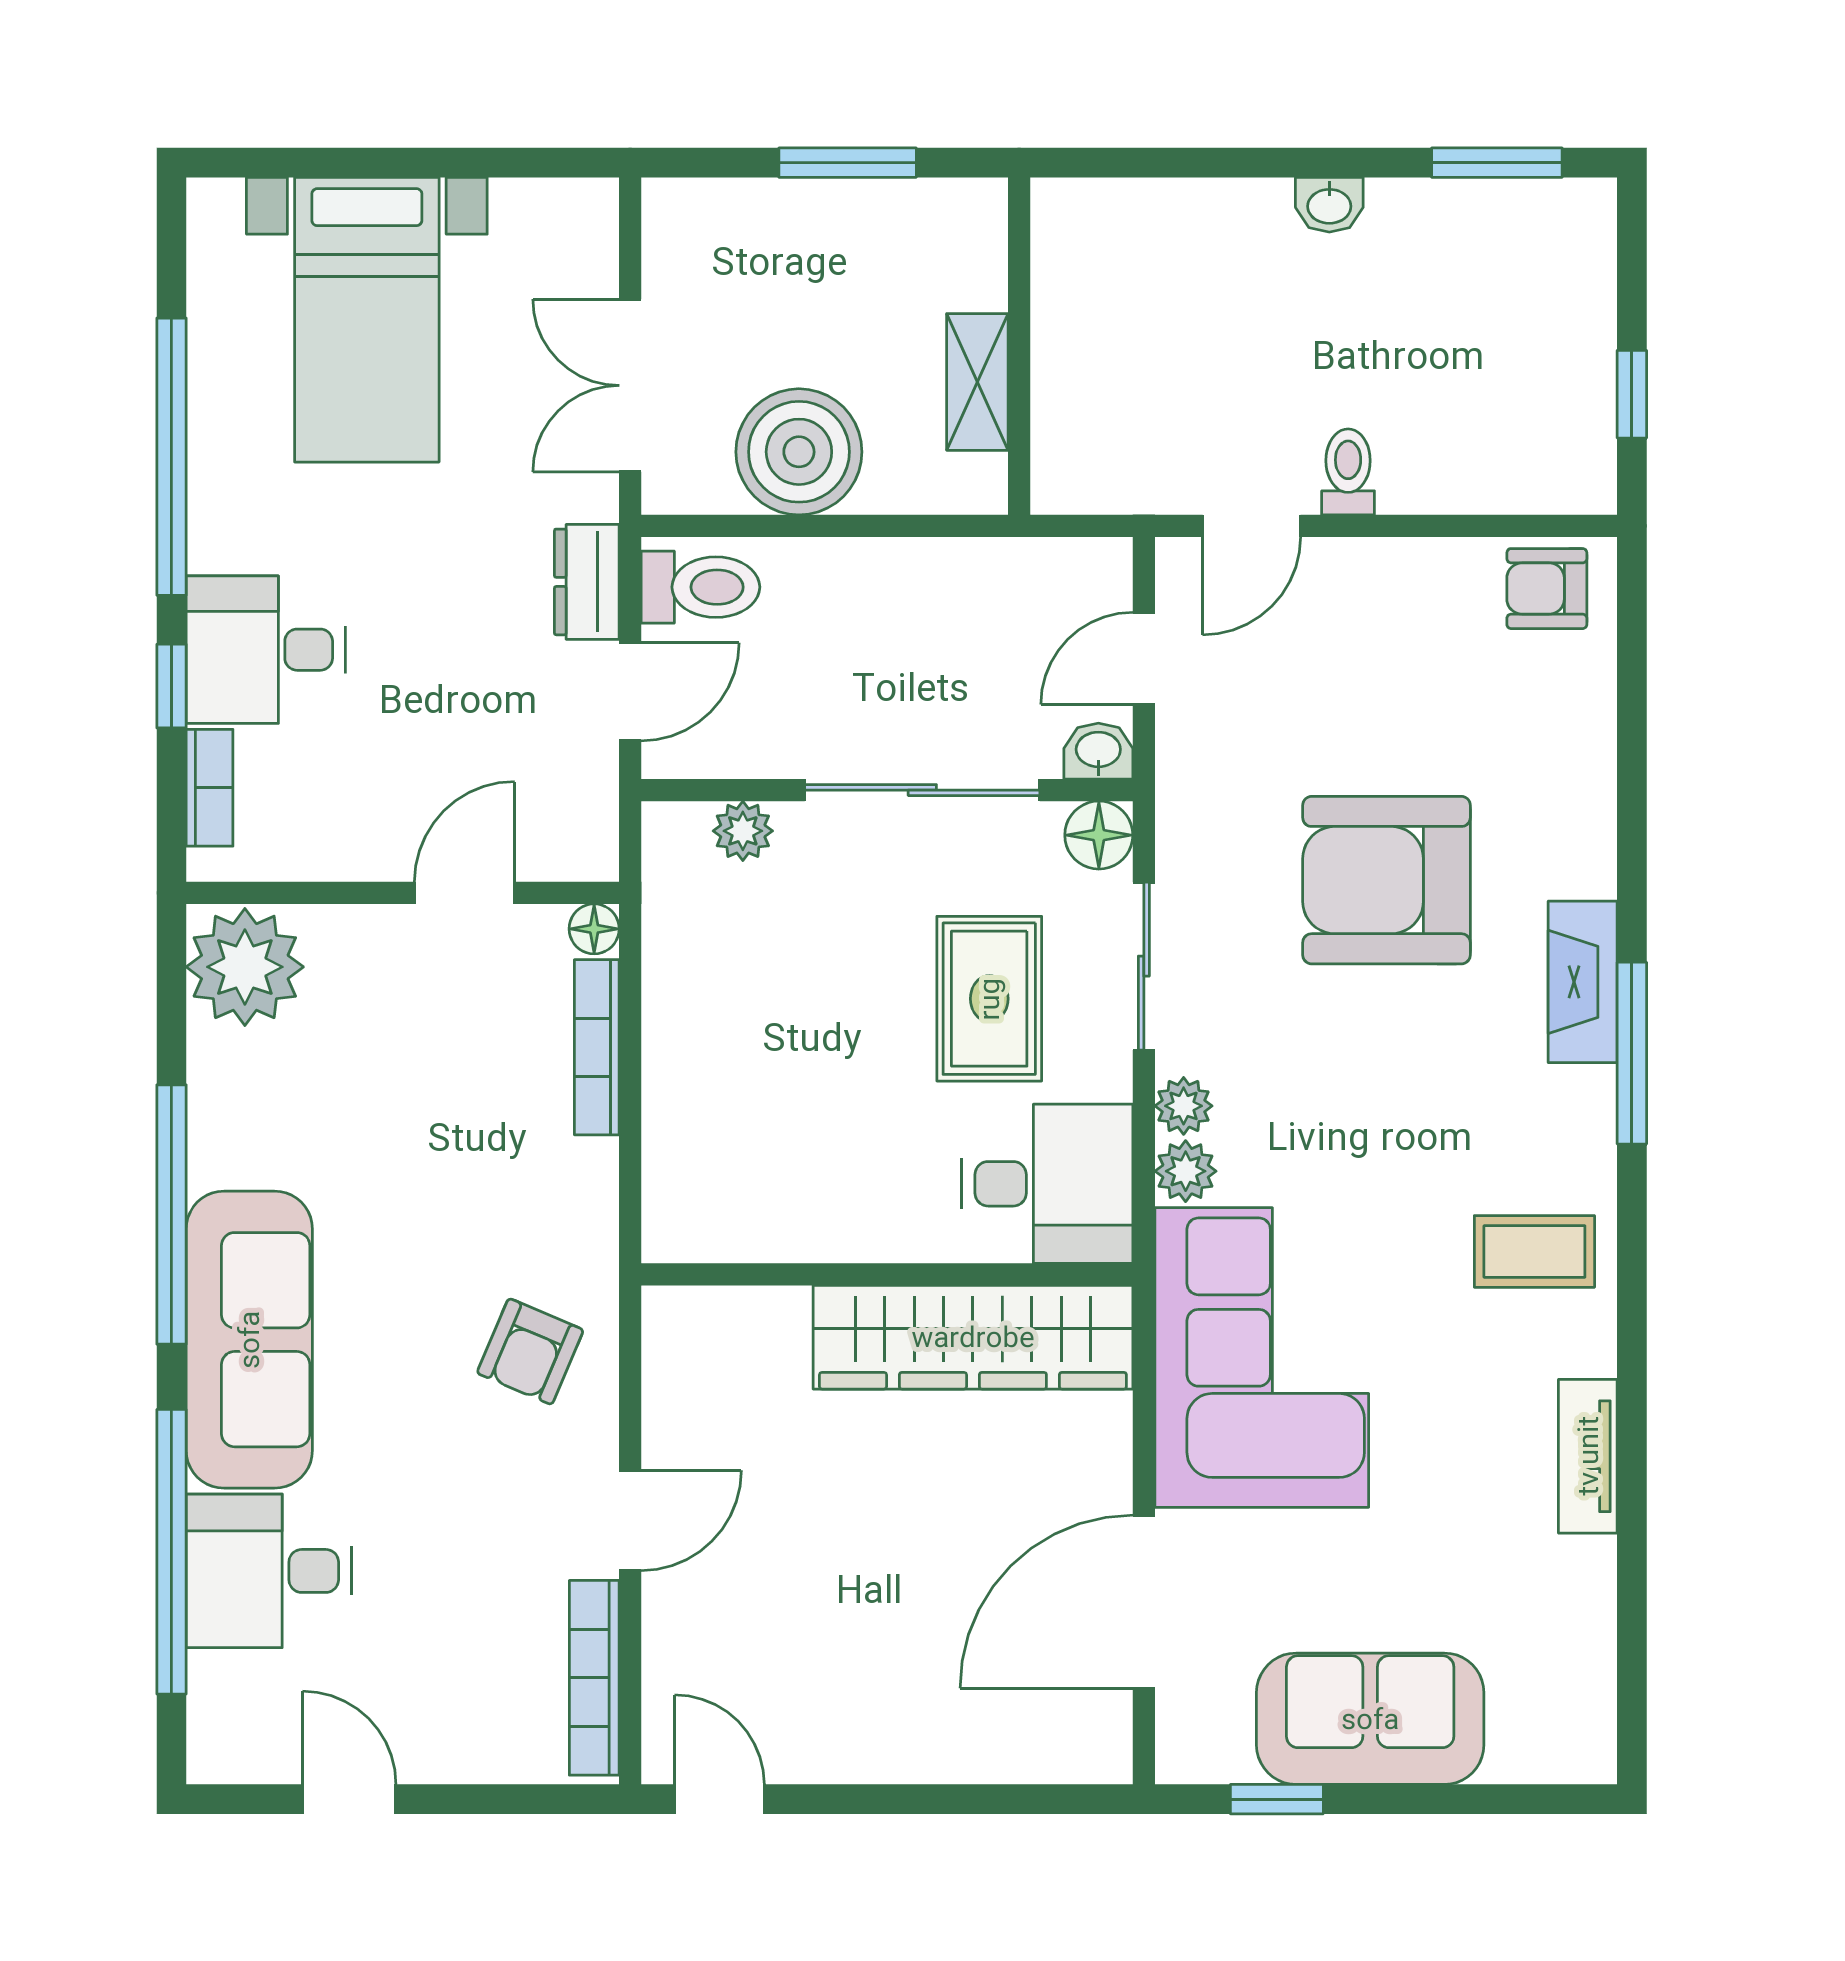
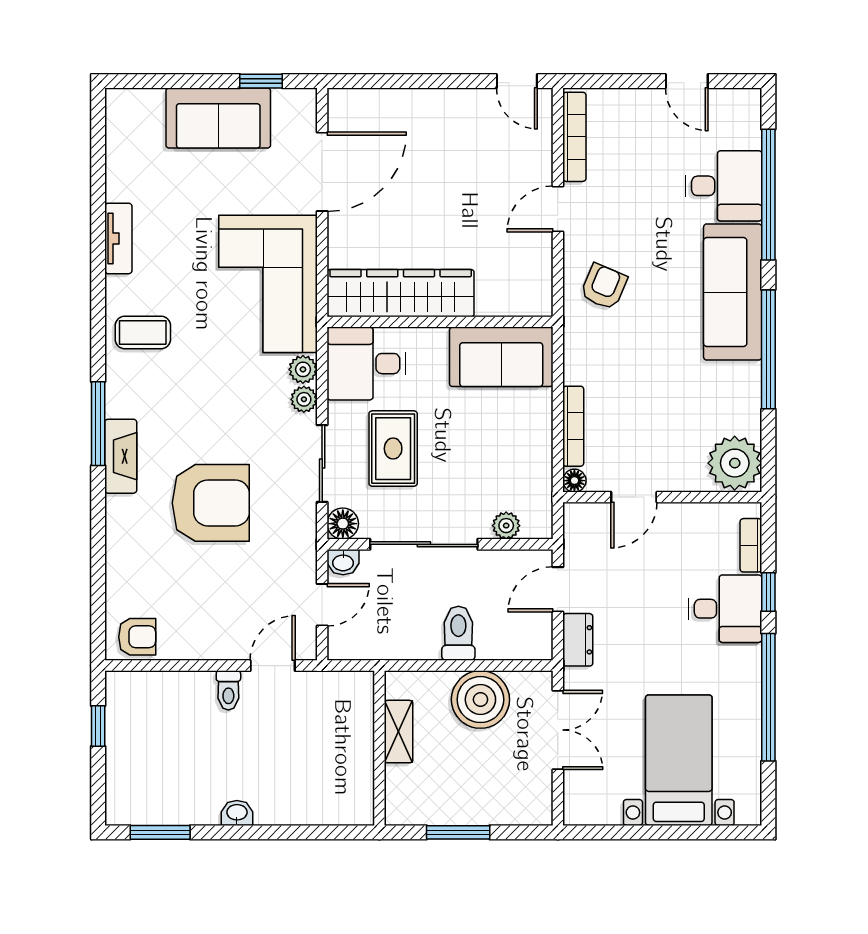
toilet: (700, 587) -> (458, 633), moved, turned 90
sofa: (754, 1198) -> (501, 357), added

